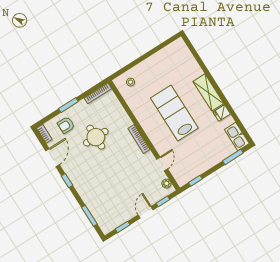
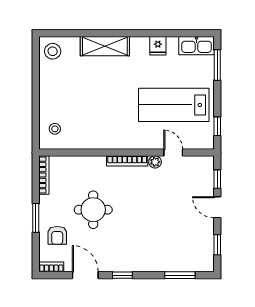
stool: (177, 50) -> (53, 51), added
shelving: (208, 92) -> (105, 46), moved
lab bench: (174, 113) -> (174, 105), moved
plant: (166, 184) -> (155, 162), moved

